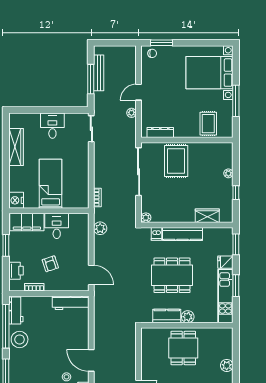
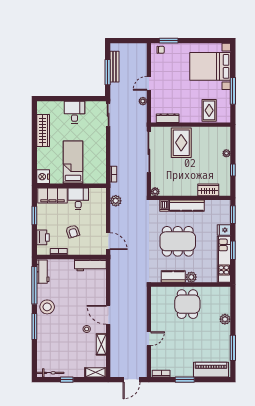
stool: (20, 339) -> (47, 307), moved

